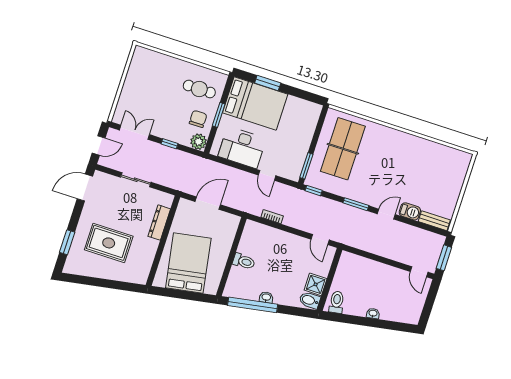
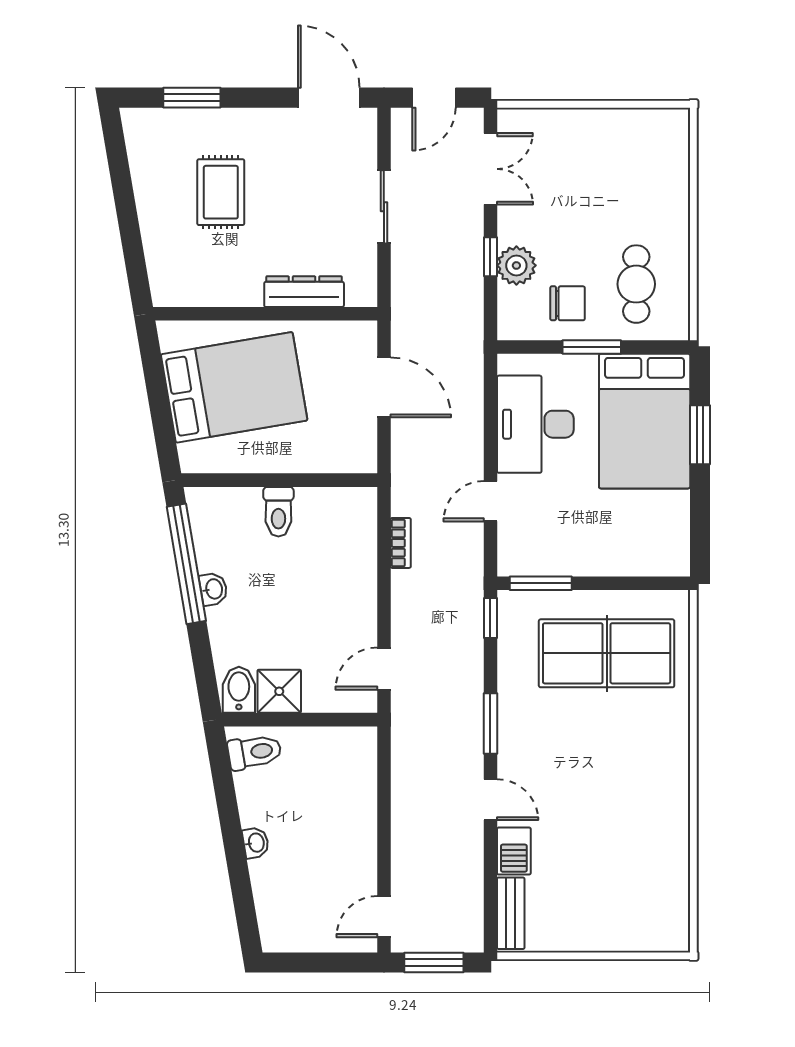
plant: (199, 142) -> (516, 265), moved
door: (99, 146) -> (434, 98), hinge flipped
rug: (109, 243) -> (221, 192), width x0.73, depth x0.70

